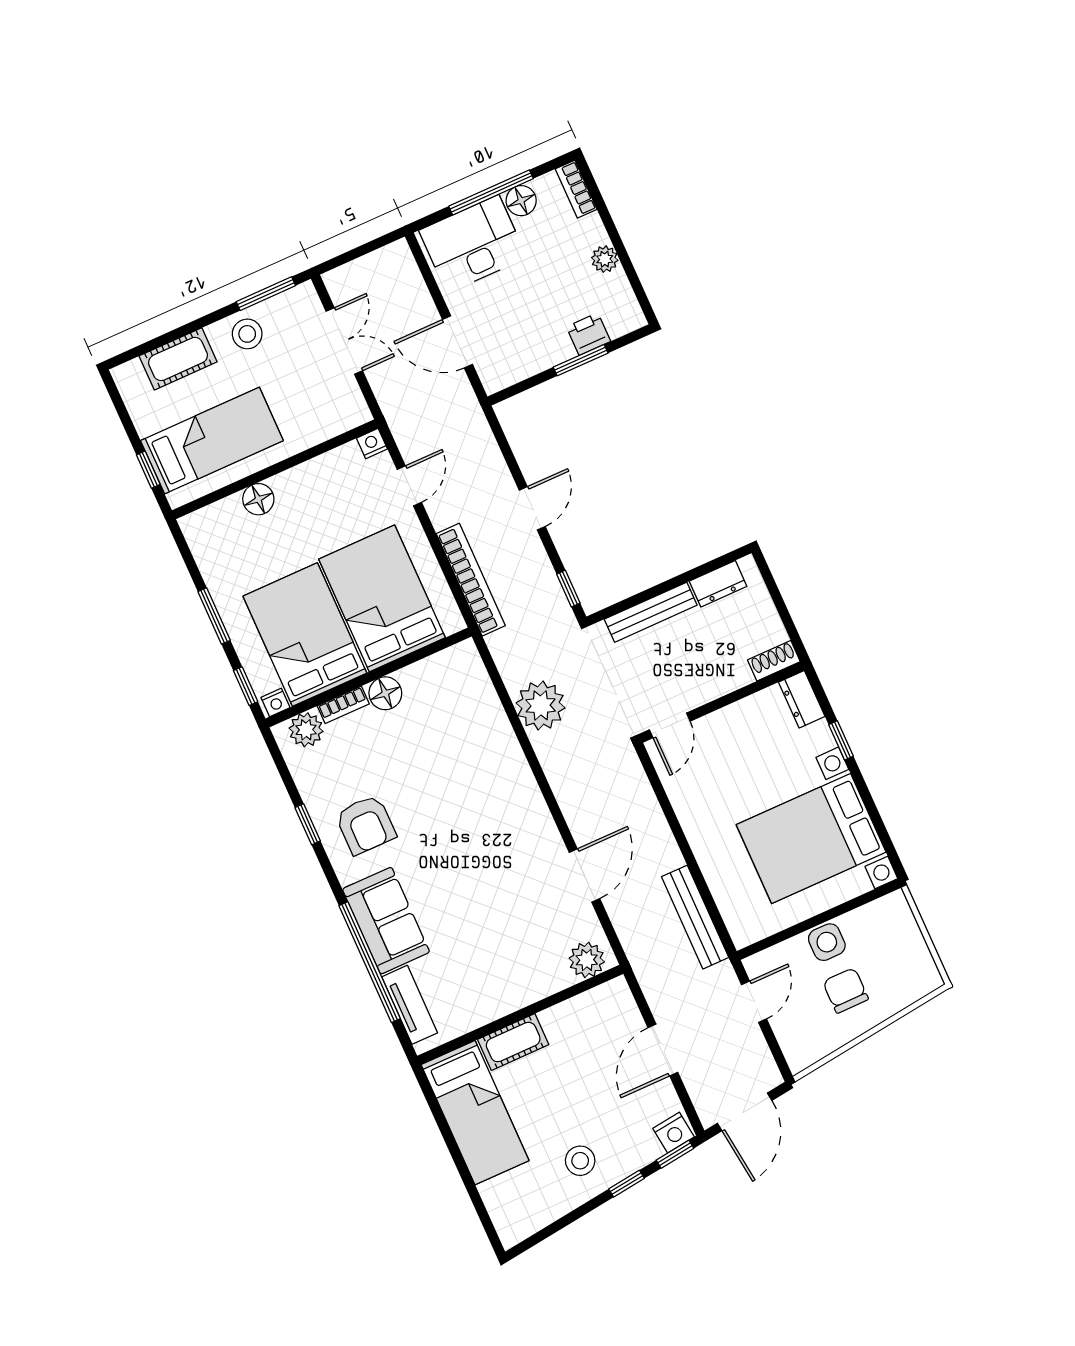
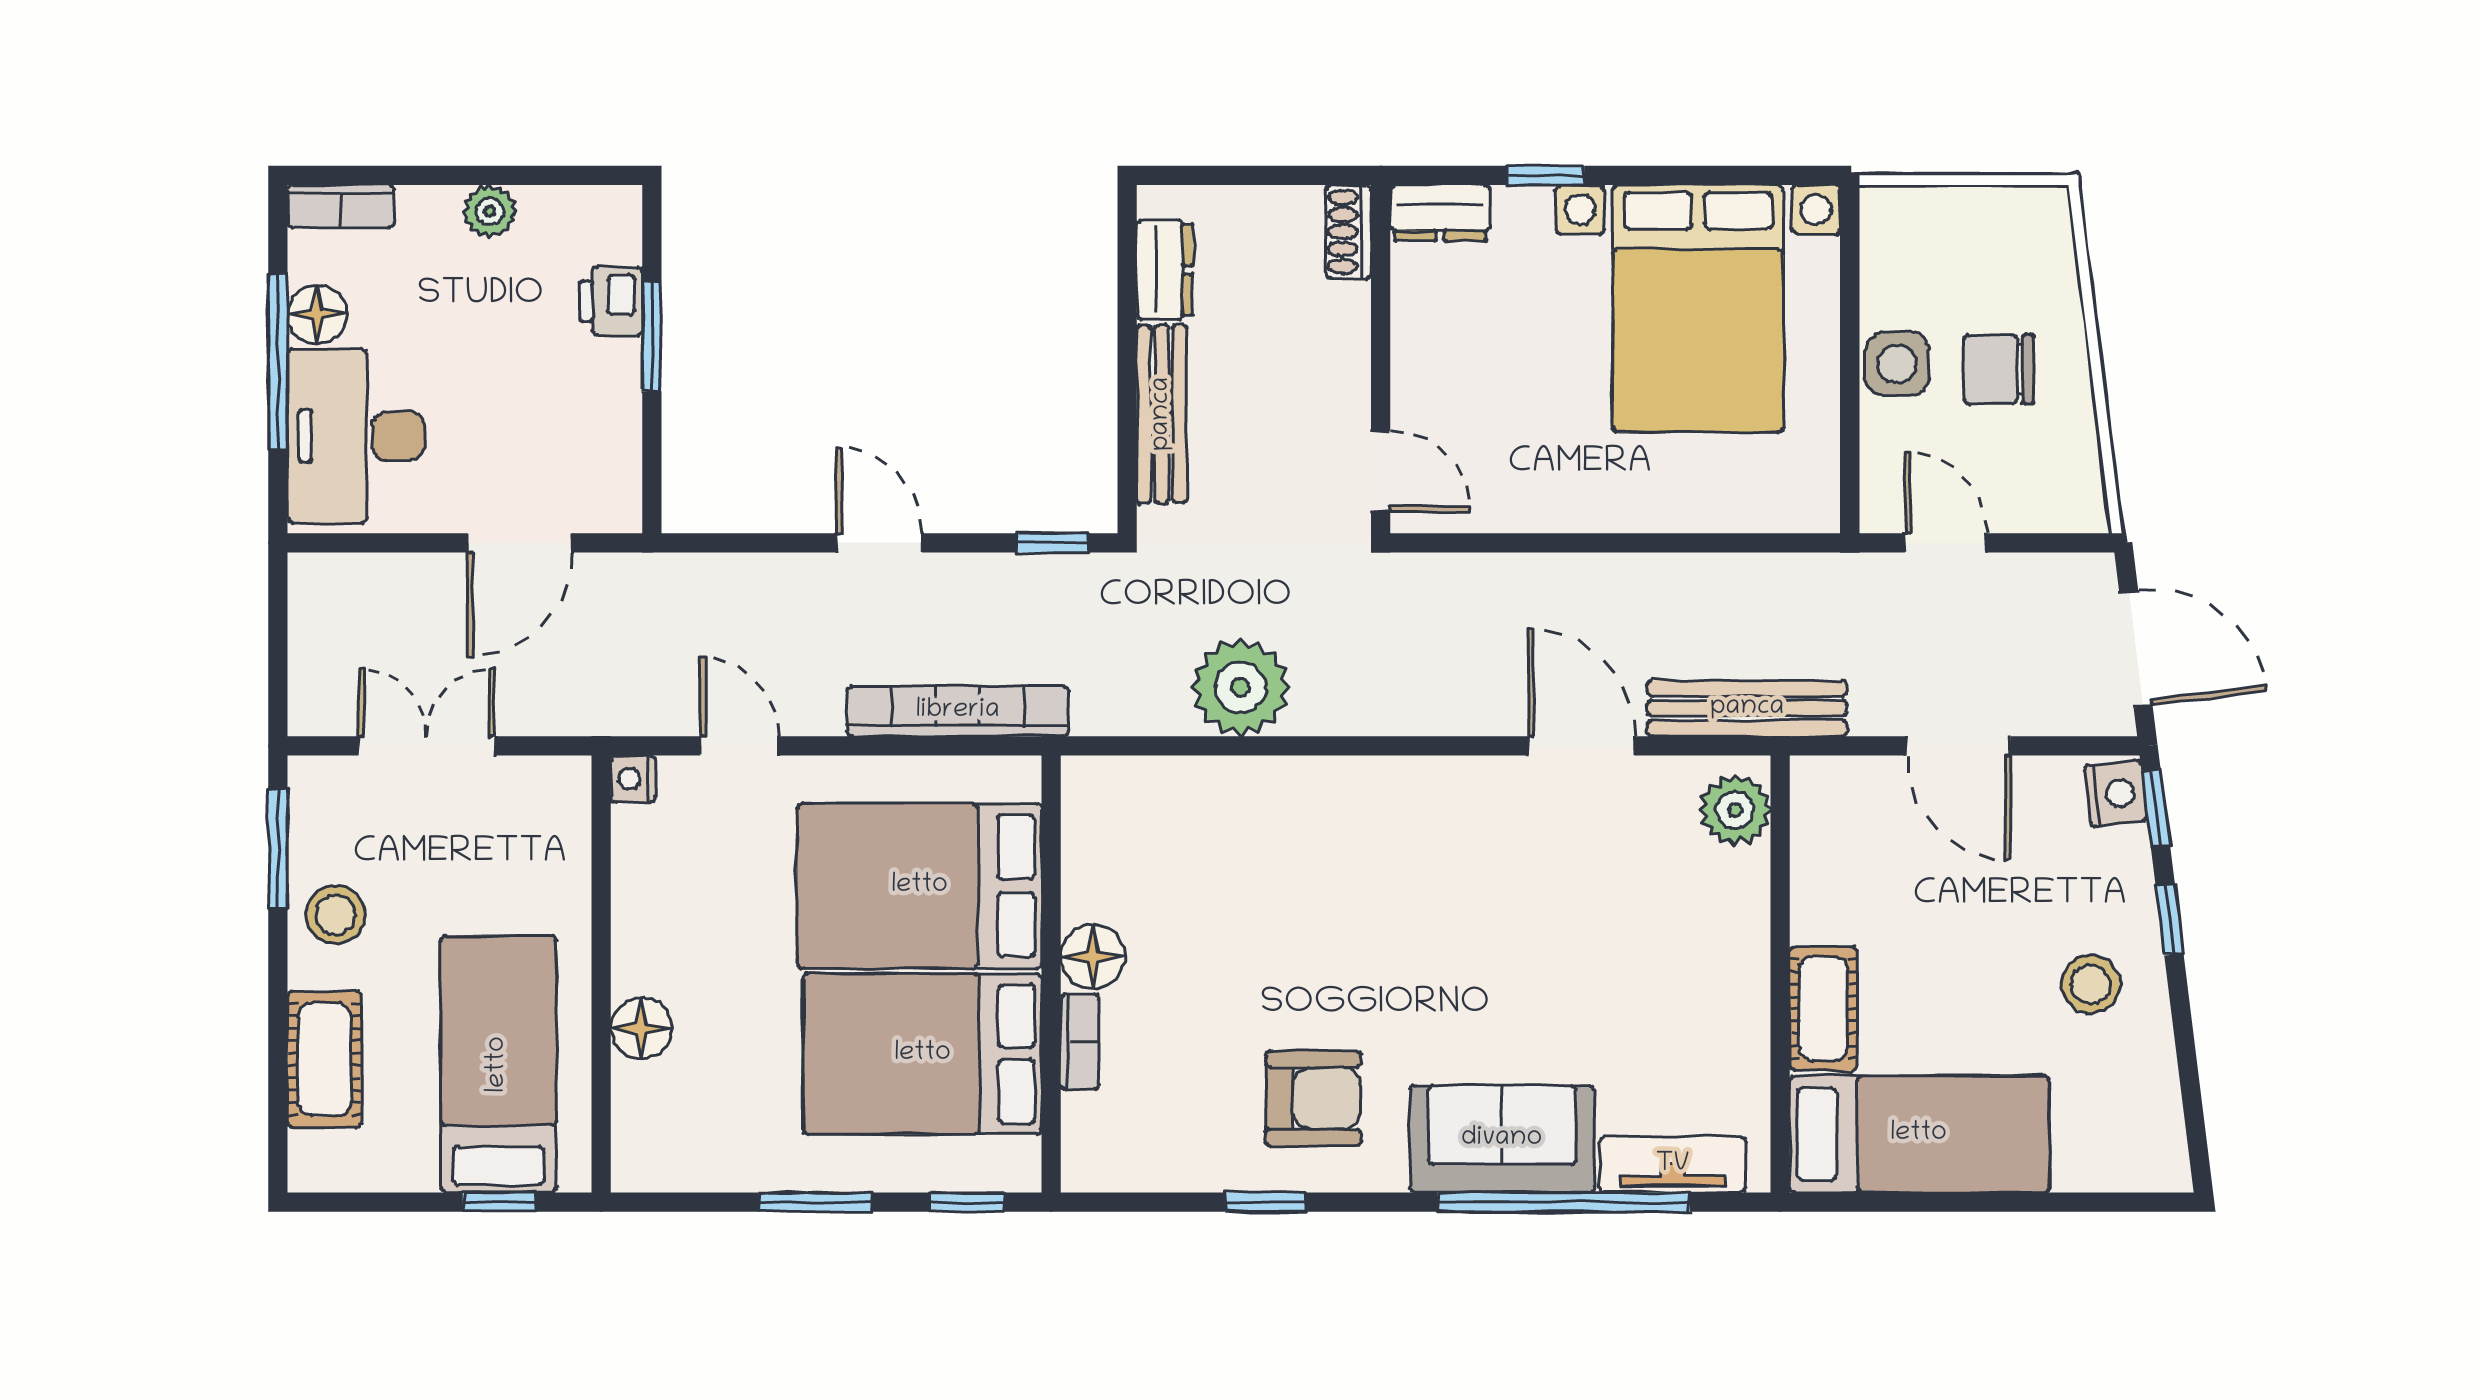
nightstand: (275, 702) -> (1021, 1162), removed
plant: (306, 730) -> (1095, 1129), removed
bench: (695, 917) -> (1747, 708), moved

